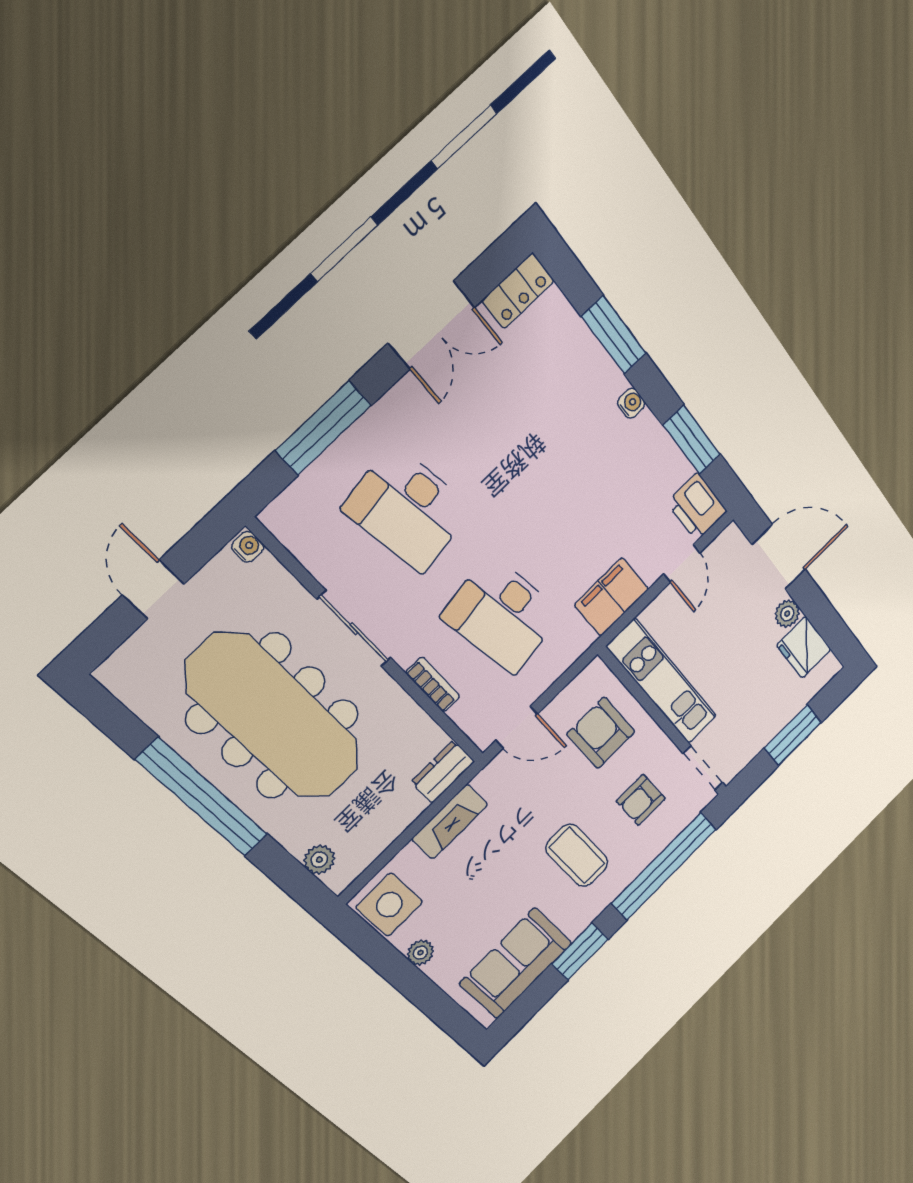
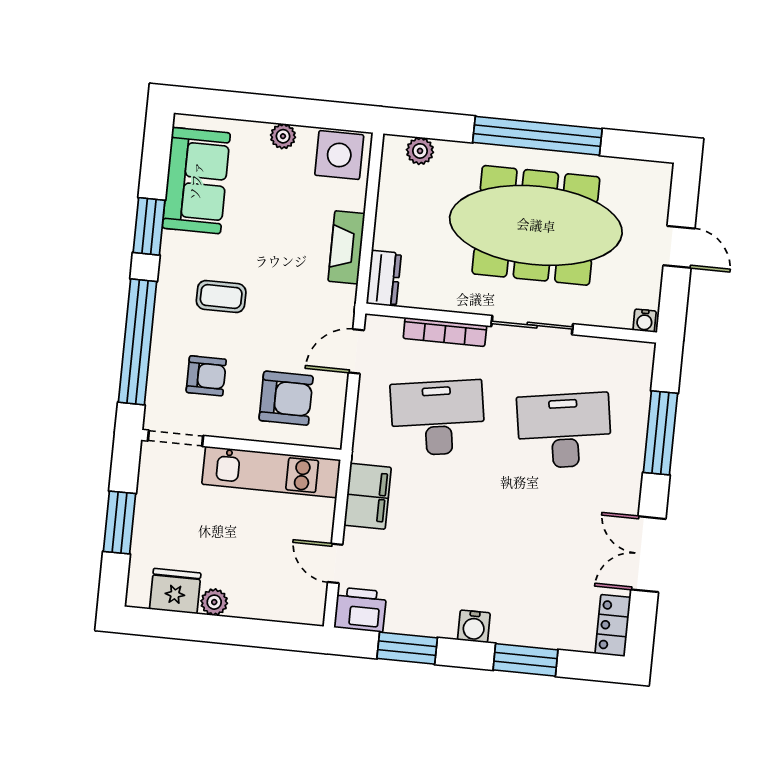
water cooler: (631, 403) -> (474, 626), width x1.38, depth x1.38
door: (779, 557) -> (261, 634), removed
bookcase: (433, 685) -> (445, 332), width x1.56
armchair: (641, 800) -> (206, 376), turned 90
coffee table: (577, 855) -> (221, 296), width x0.73, depth x0.77

